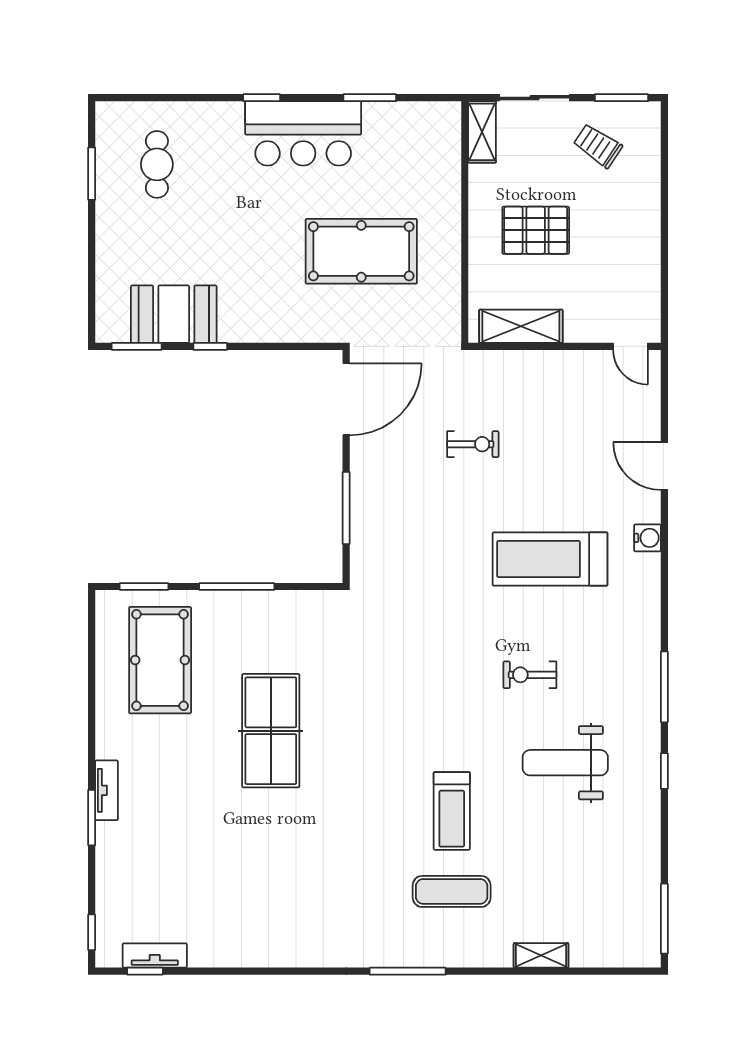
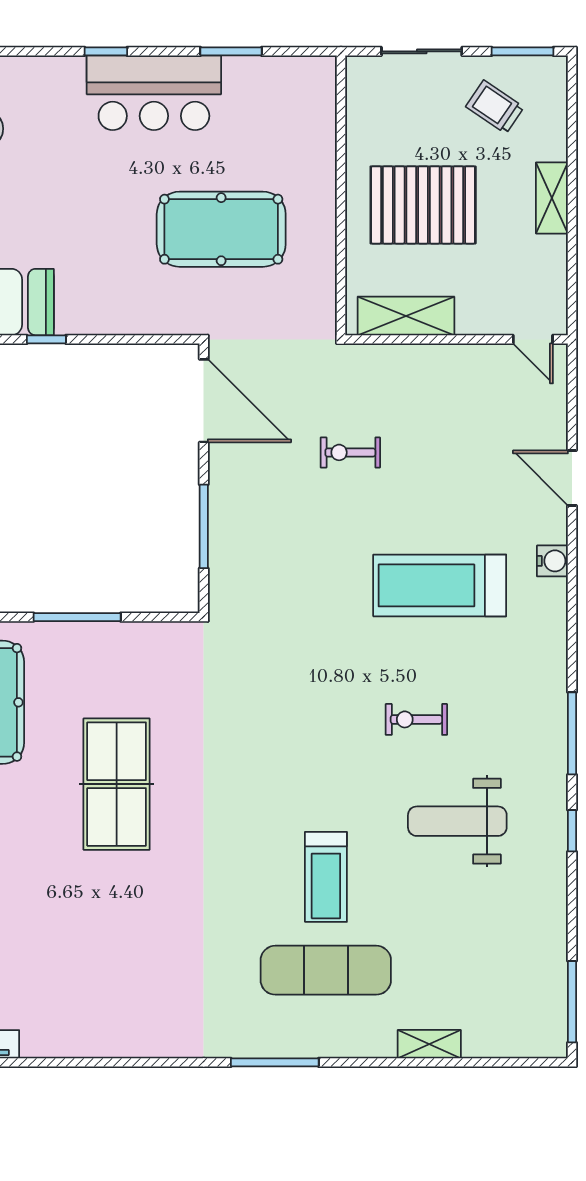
shelving: (482, 132) -> (552, 198), moved
pallet: (536, 230) -> (423, 205), width x1.37, depth x1.41
door: (346, 399) -> (204, 401), hinge flipped
exercise bike: (473, 444) -> (350, 452), turned 180
exercise mat: (452, 891) -> (326, 970), width x1.36, depth x1.45

